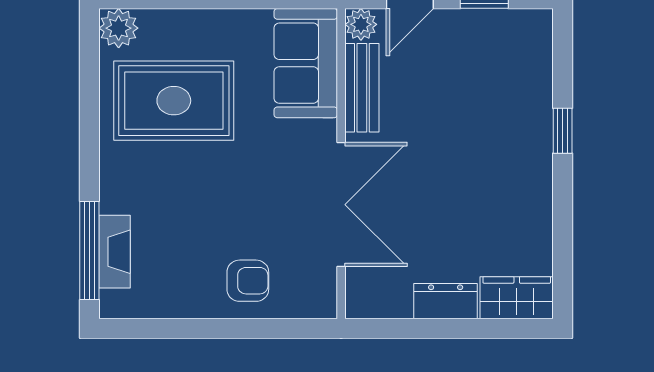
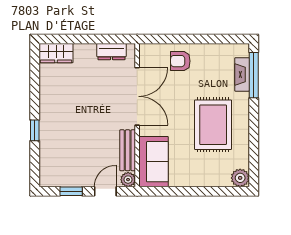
rug: (174, 101) -> (213, 125), moved, turned 90
double door: (341, 205) -> (137, 96), swing flipped
dresser: (446, 301) -> (111, 52), moved

